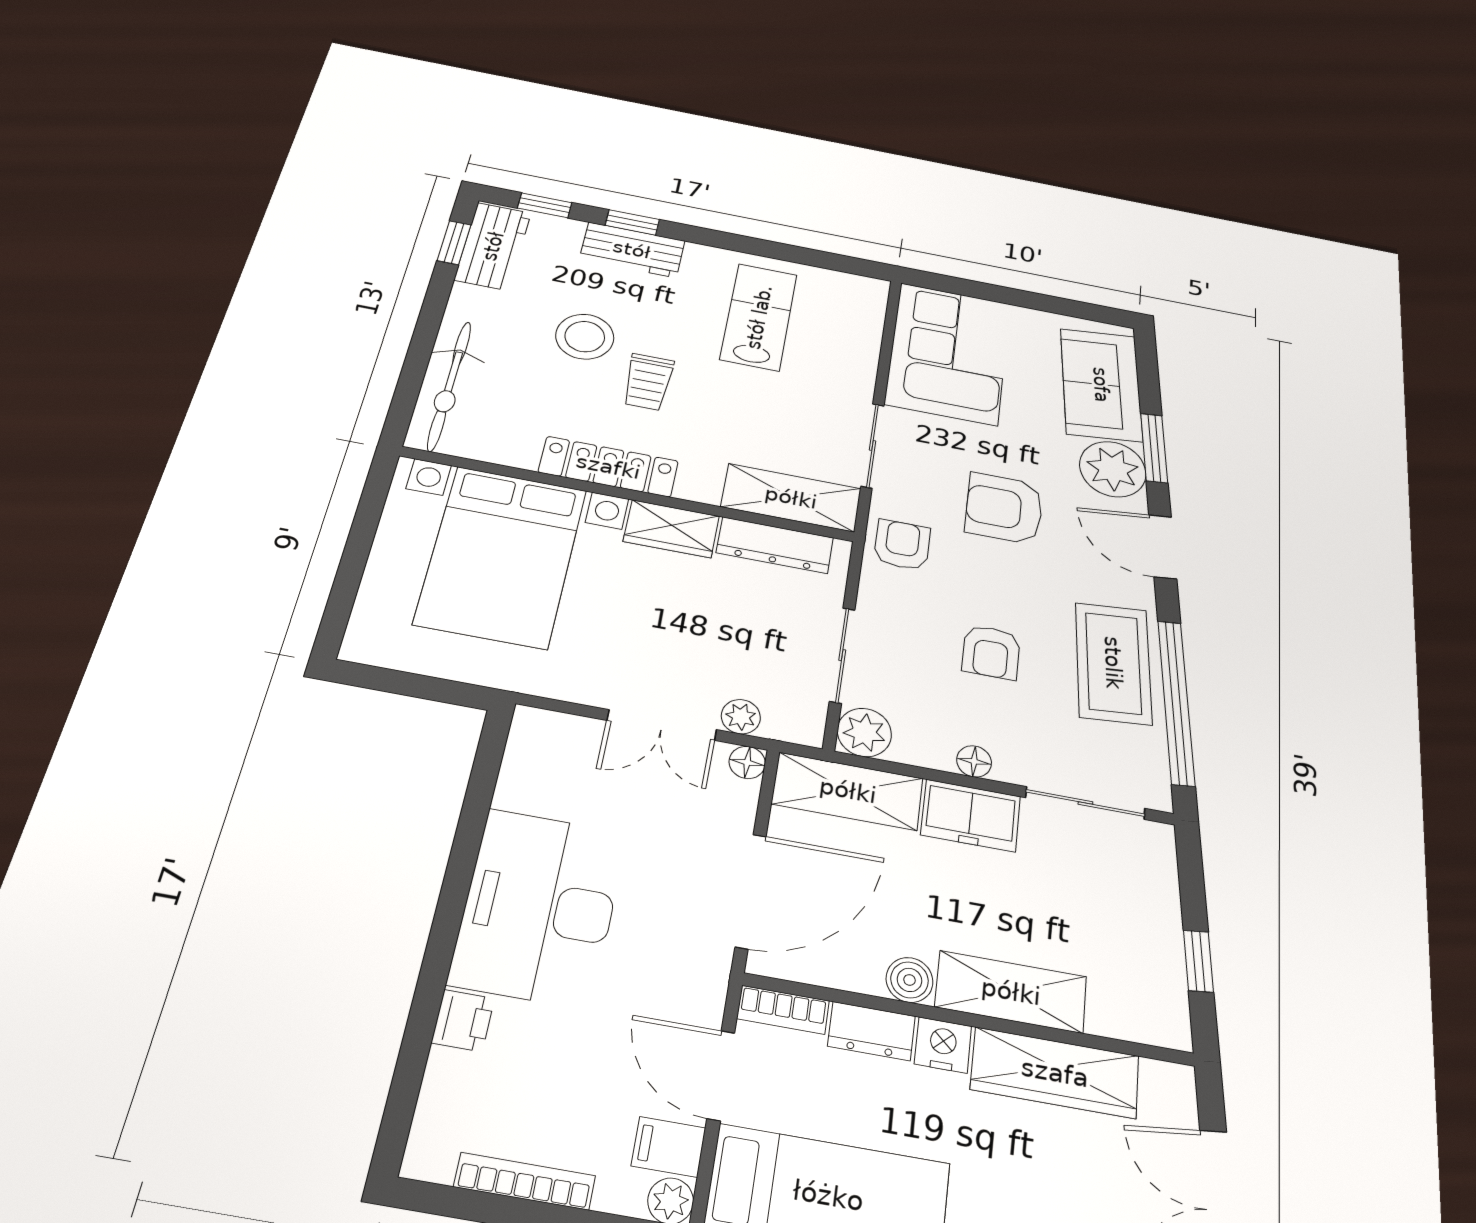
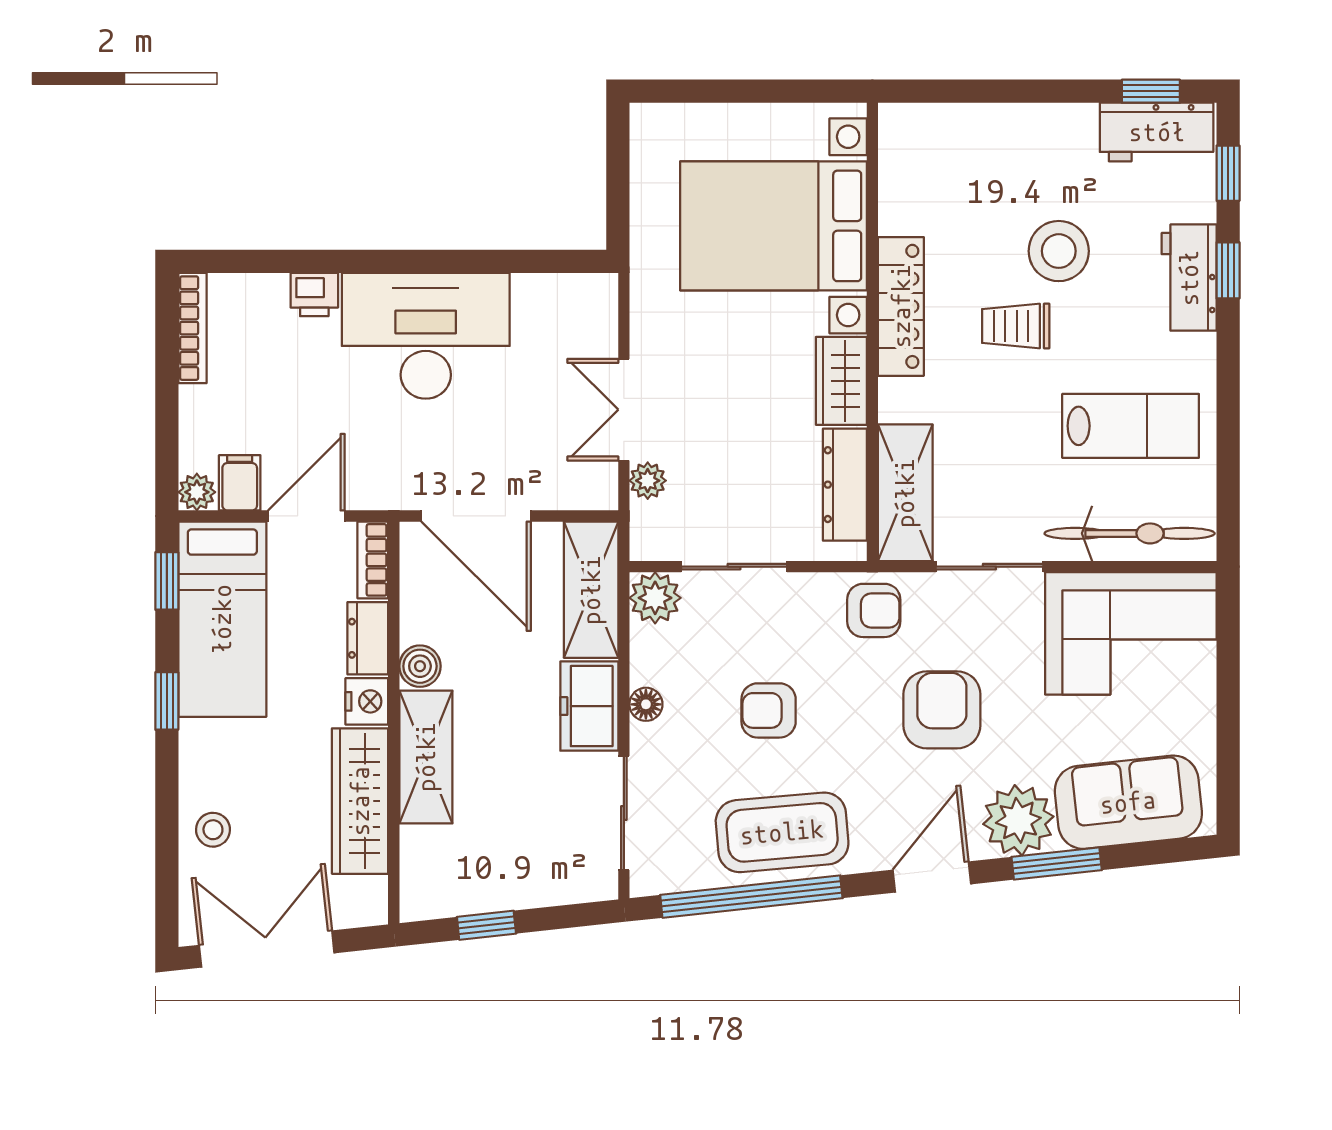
bicycle: (449, 386) -> (1130, 533), moved, turned 180
floor lamp: (747, 762) -> (602, 494), removed
bookcase: (525, 1181) -> (192, 328), moved

